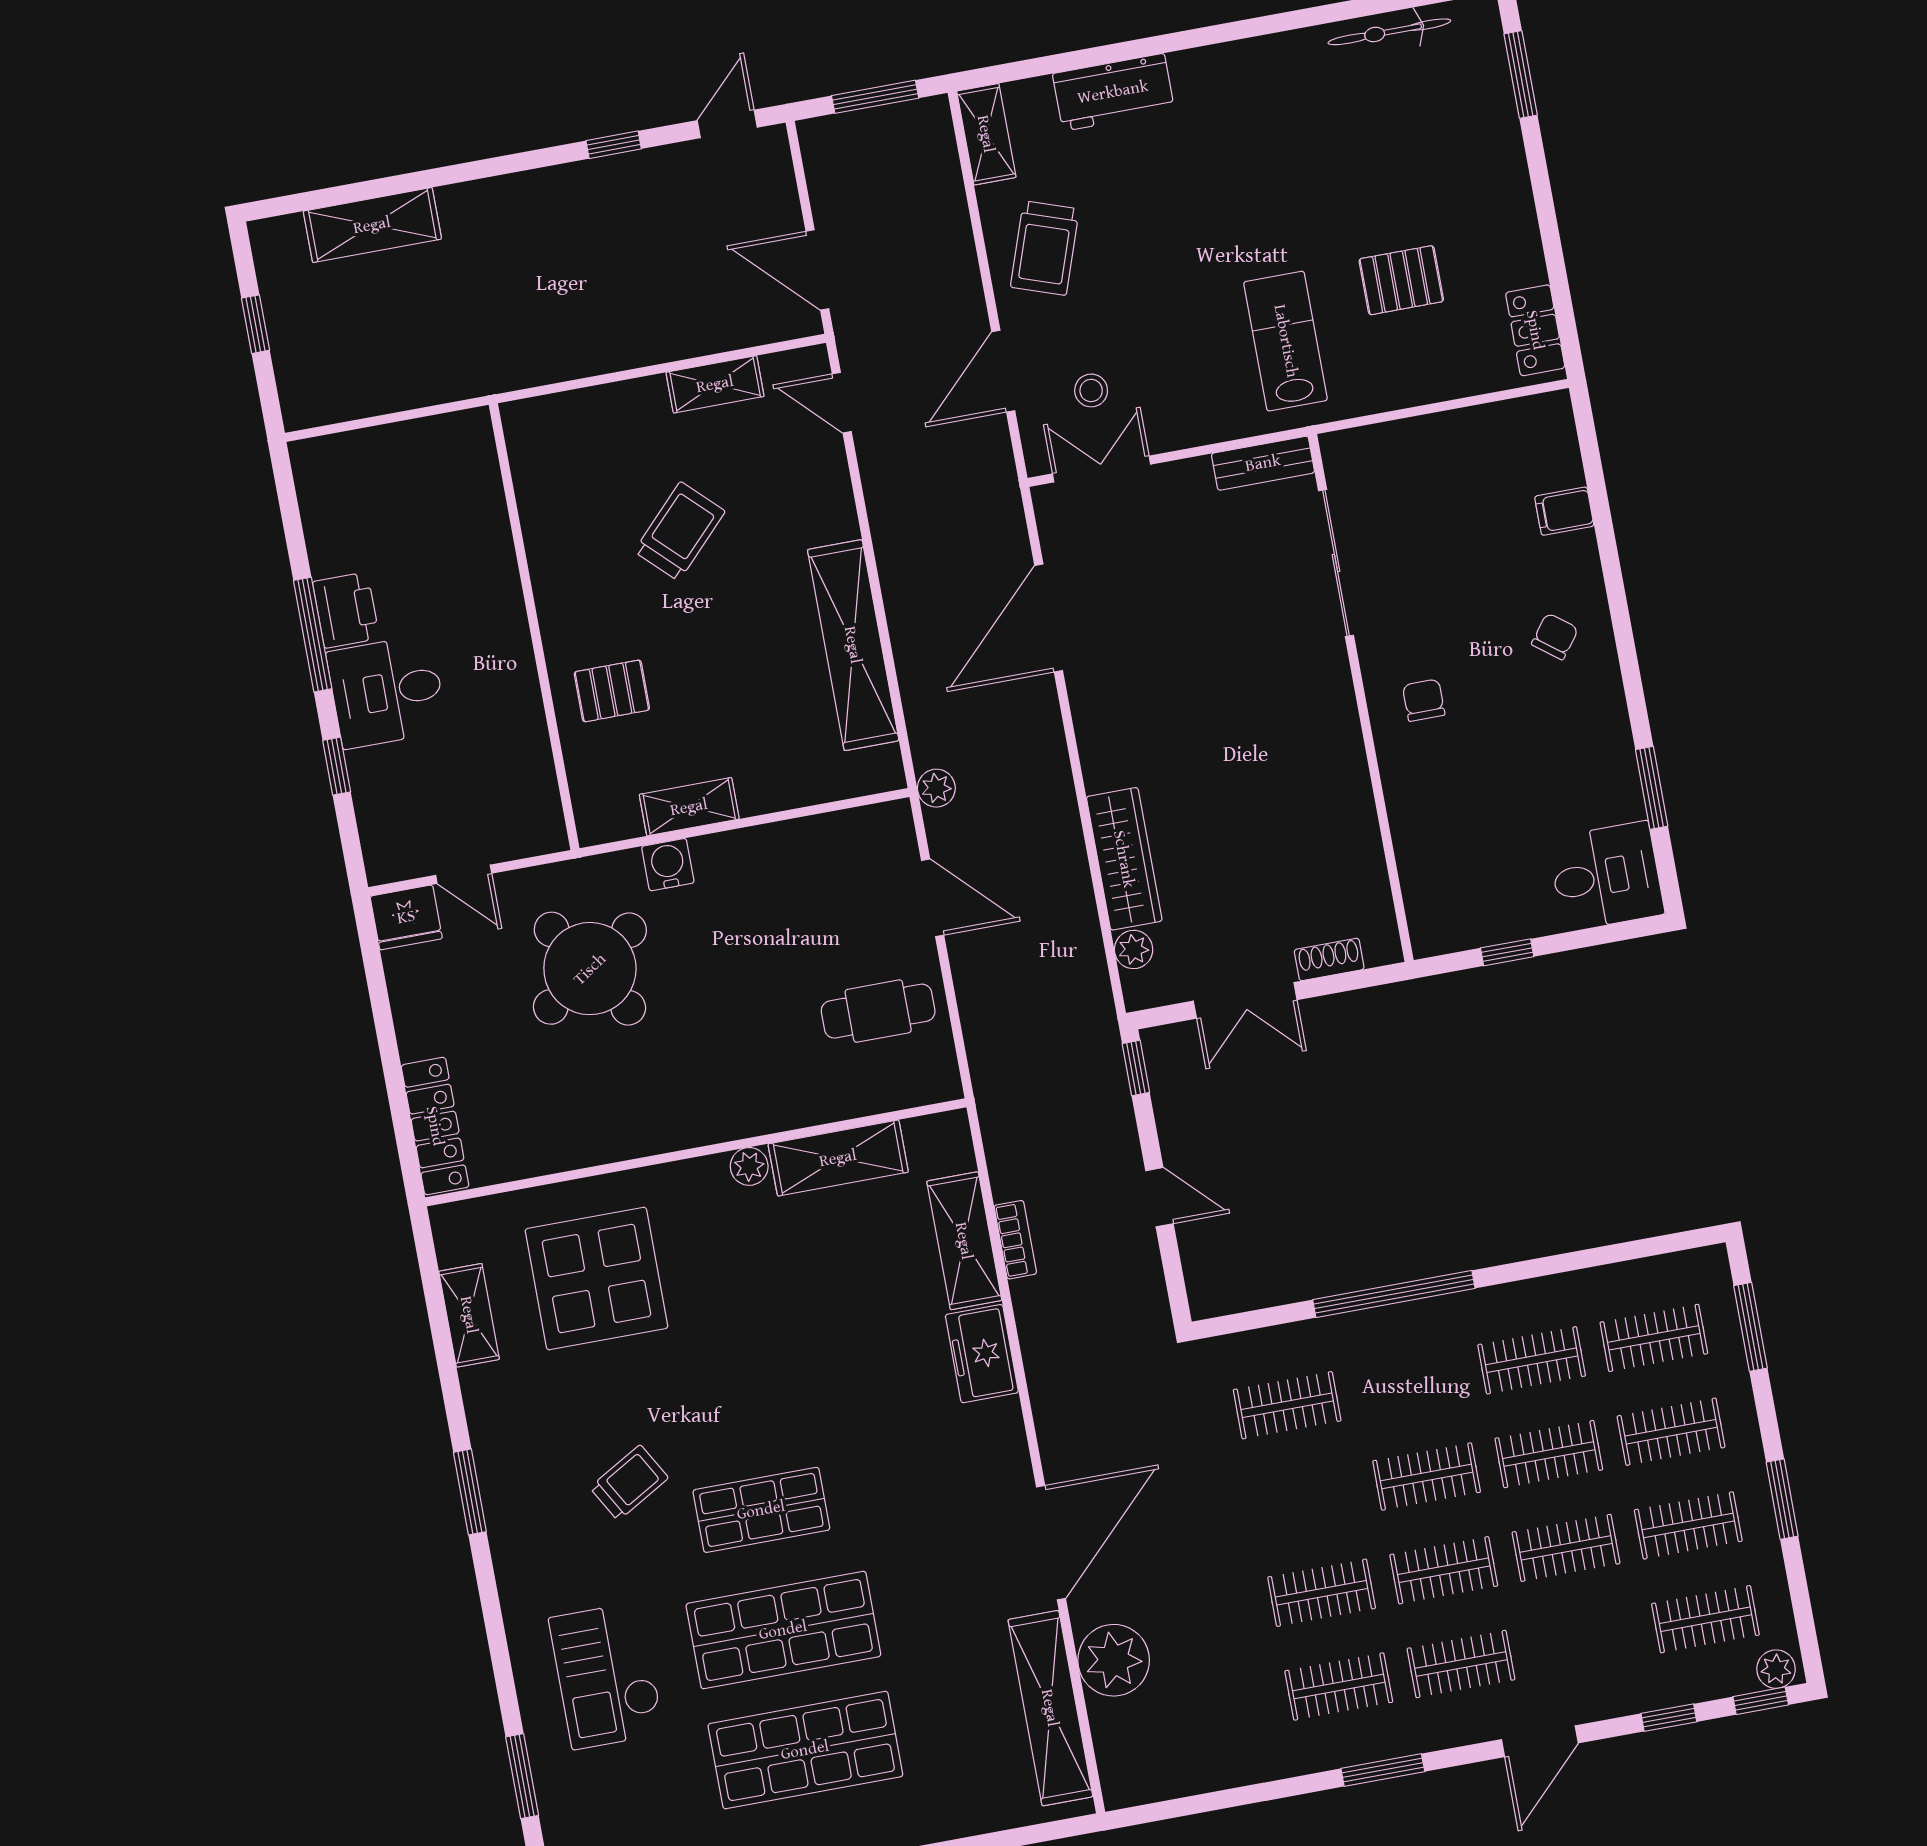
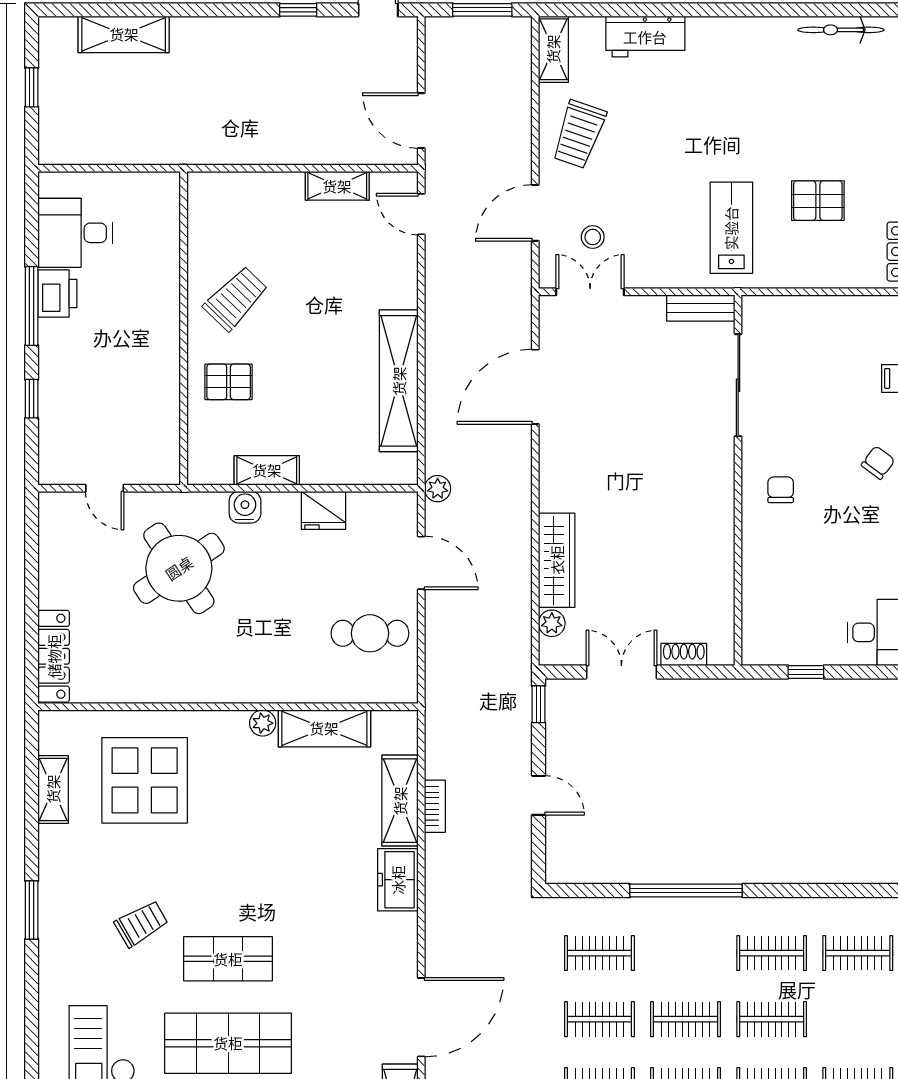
trolley: (680, 531) -> (236, 298), moved
desk: (387, 692) -> (75, 233), moved
fridge: (406, 917) -> (323, 510), moved
double door: (1245, 1000) -> (621, 672), swing flipped
clothes rail: (1671, 1432) -> (599, 1019), moved

